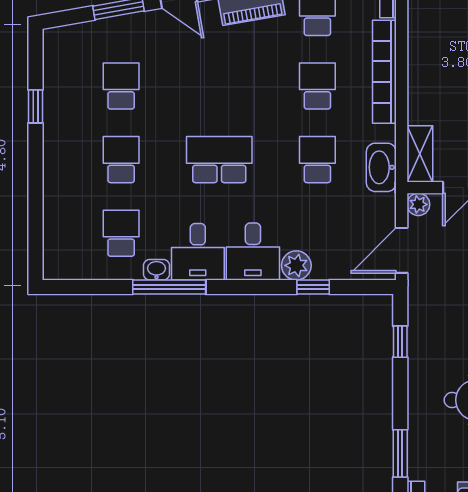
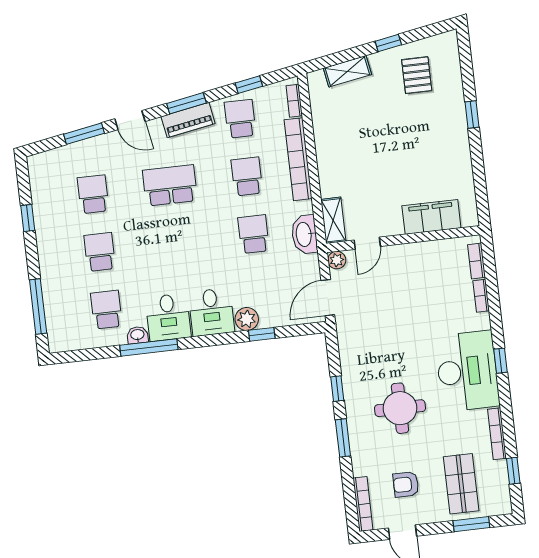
school desk: (219, 160) -> (170, 185), moved
window: (35, 219) -> (38, 307), added
window: (400, 342) -> (337, 389), moved
window: (400, 453) -> (343, 438), moved

